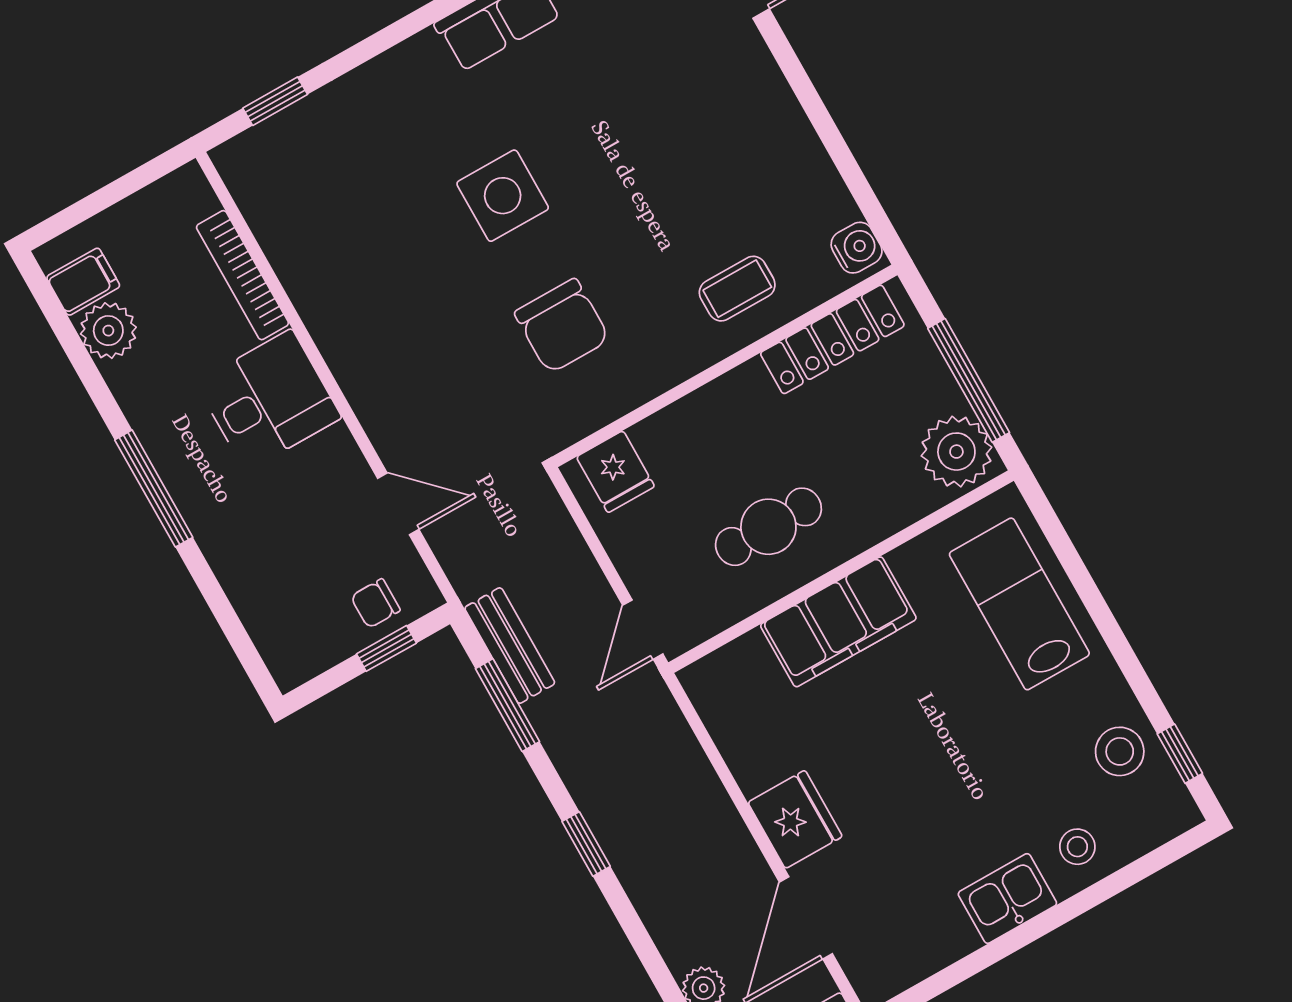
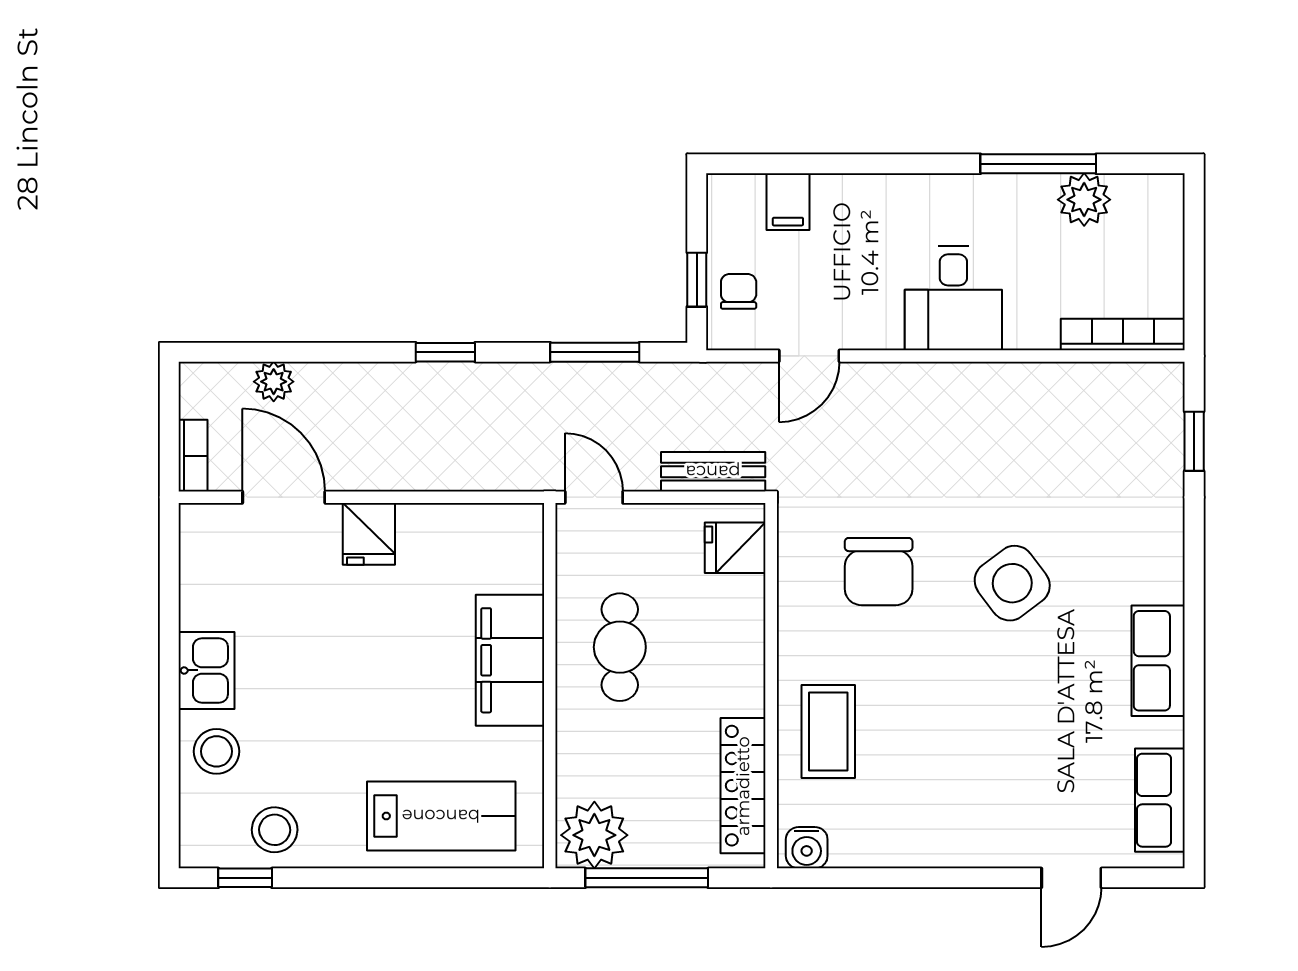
side table: (503, 196) -> (1012, 583), turned -37
bookcase: (242, 275) -> (1123, 334), moved
filing cabinet: (83, 282) -> (788, 202), moved
coffee table: (737, 289) -> (828, 731), width x1.36, depth x1.30
chair: (562, 326) -> (879, 572), turned -90
window: (154, 489) -> (1038, 164), moved
bench: (510, 646) -> (713, 472), moved
fridge: (795, 819) -> (369, 534), width x0.72
stool: (1077, 847) -> (217, 751), width x1.37, depth x1.37

